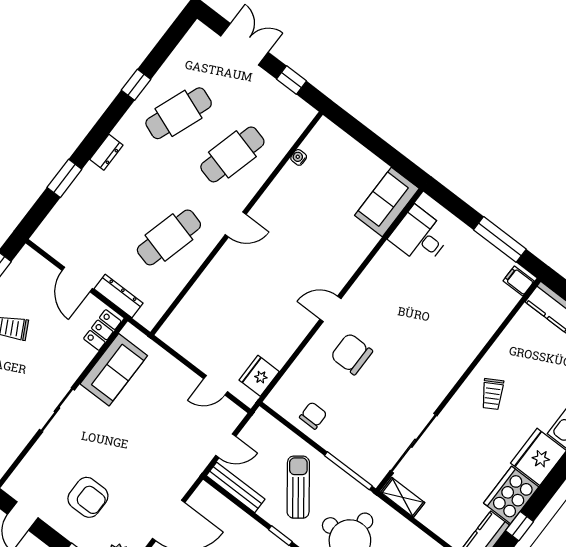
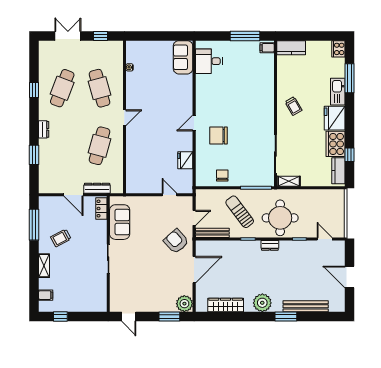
cafe table: (232, 154) -> (100, 88), turned -30
fridge: (259, 376) -> (185, 160), moved
door: (216, 385) -> (169, 195), swing flipped
armchair: (88, 497) -> (176, 241), moved, turned -132

